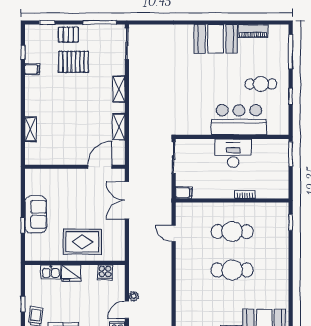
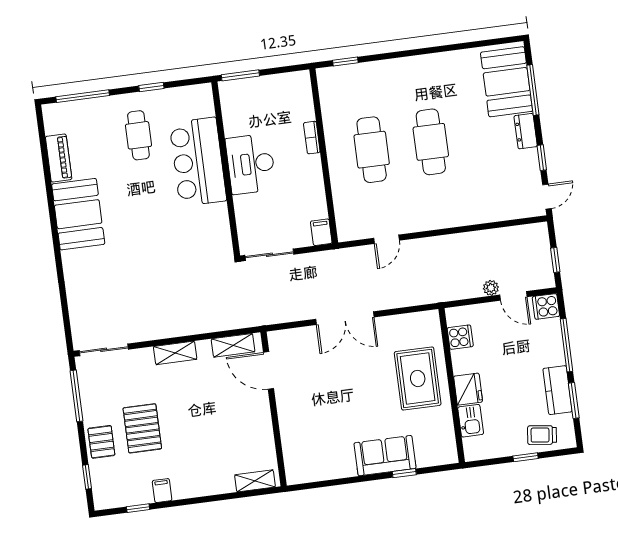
wall: (75, 167) -> (274, 409), moved
door: (100, 167) -> (269, 370), moved

